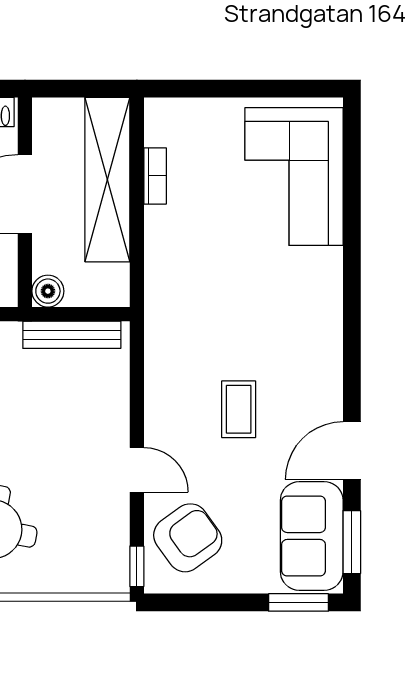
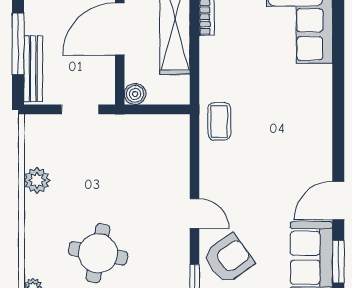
bench: (72, 335) -> (151, 123), removed
coffee table: (239, 409) -> (219, 121), moved

